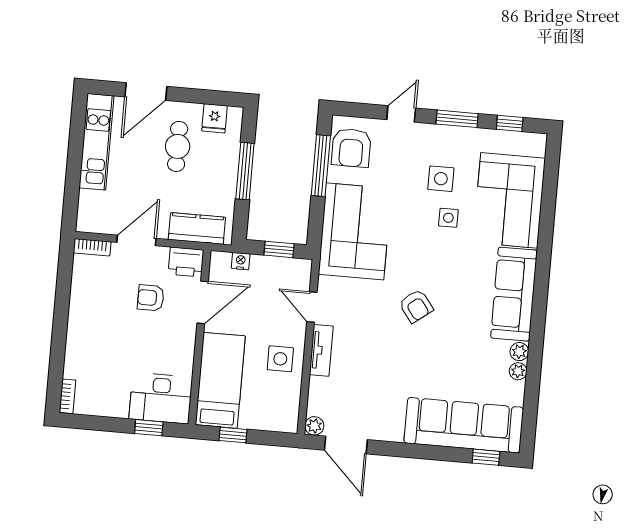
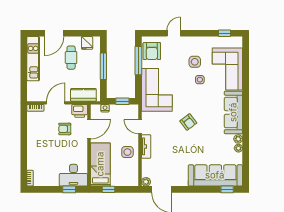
window: (457, 119) -> (200, 33), removed

